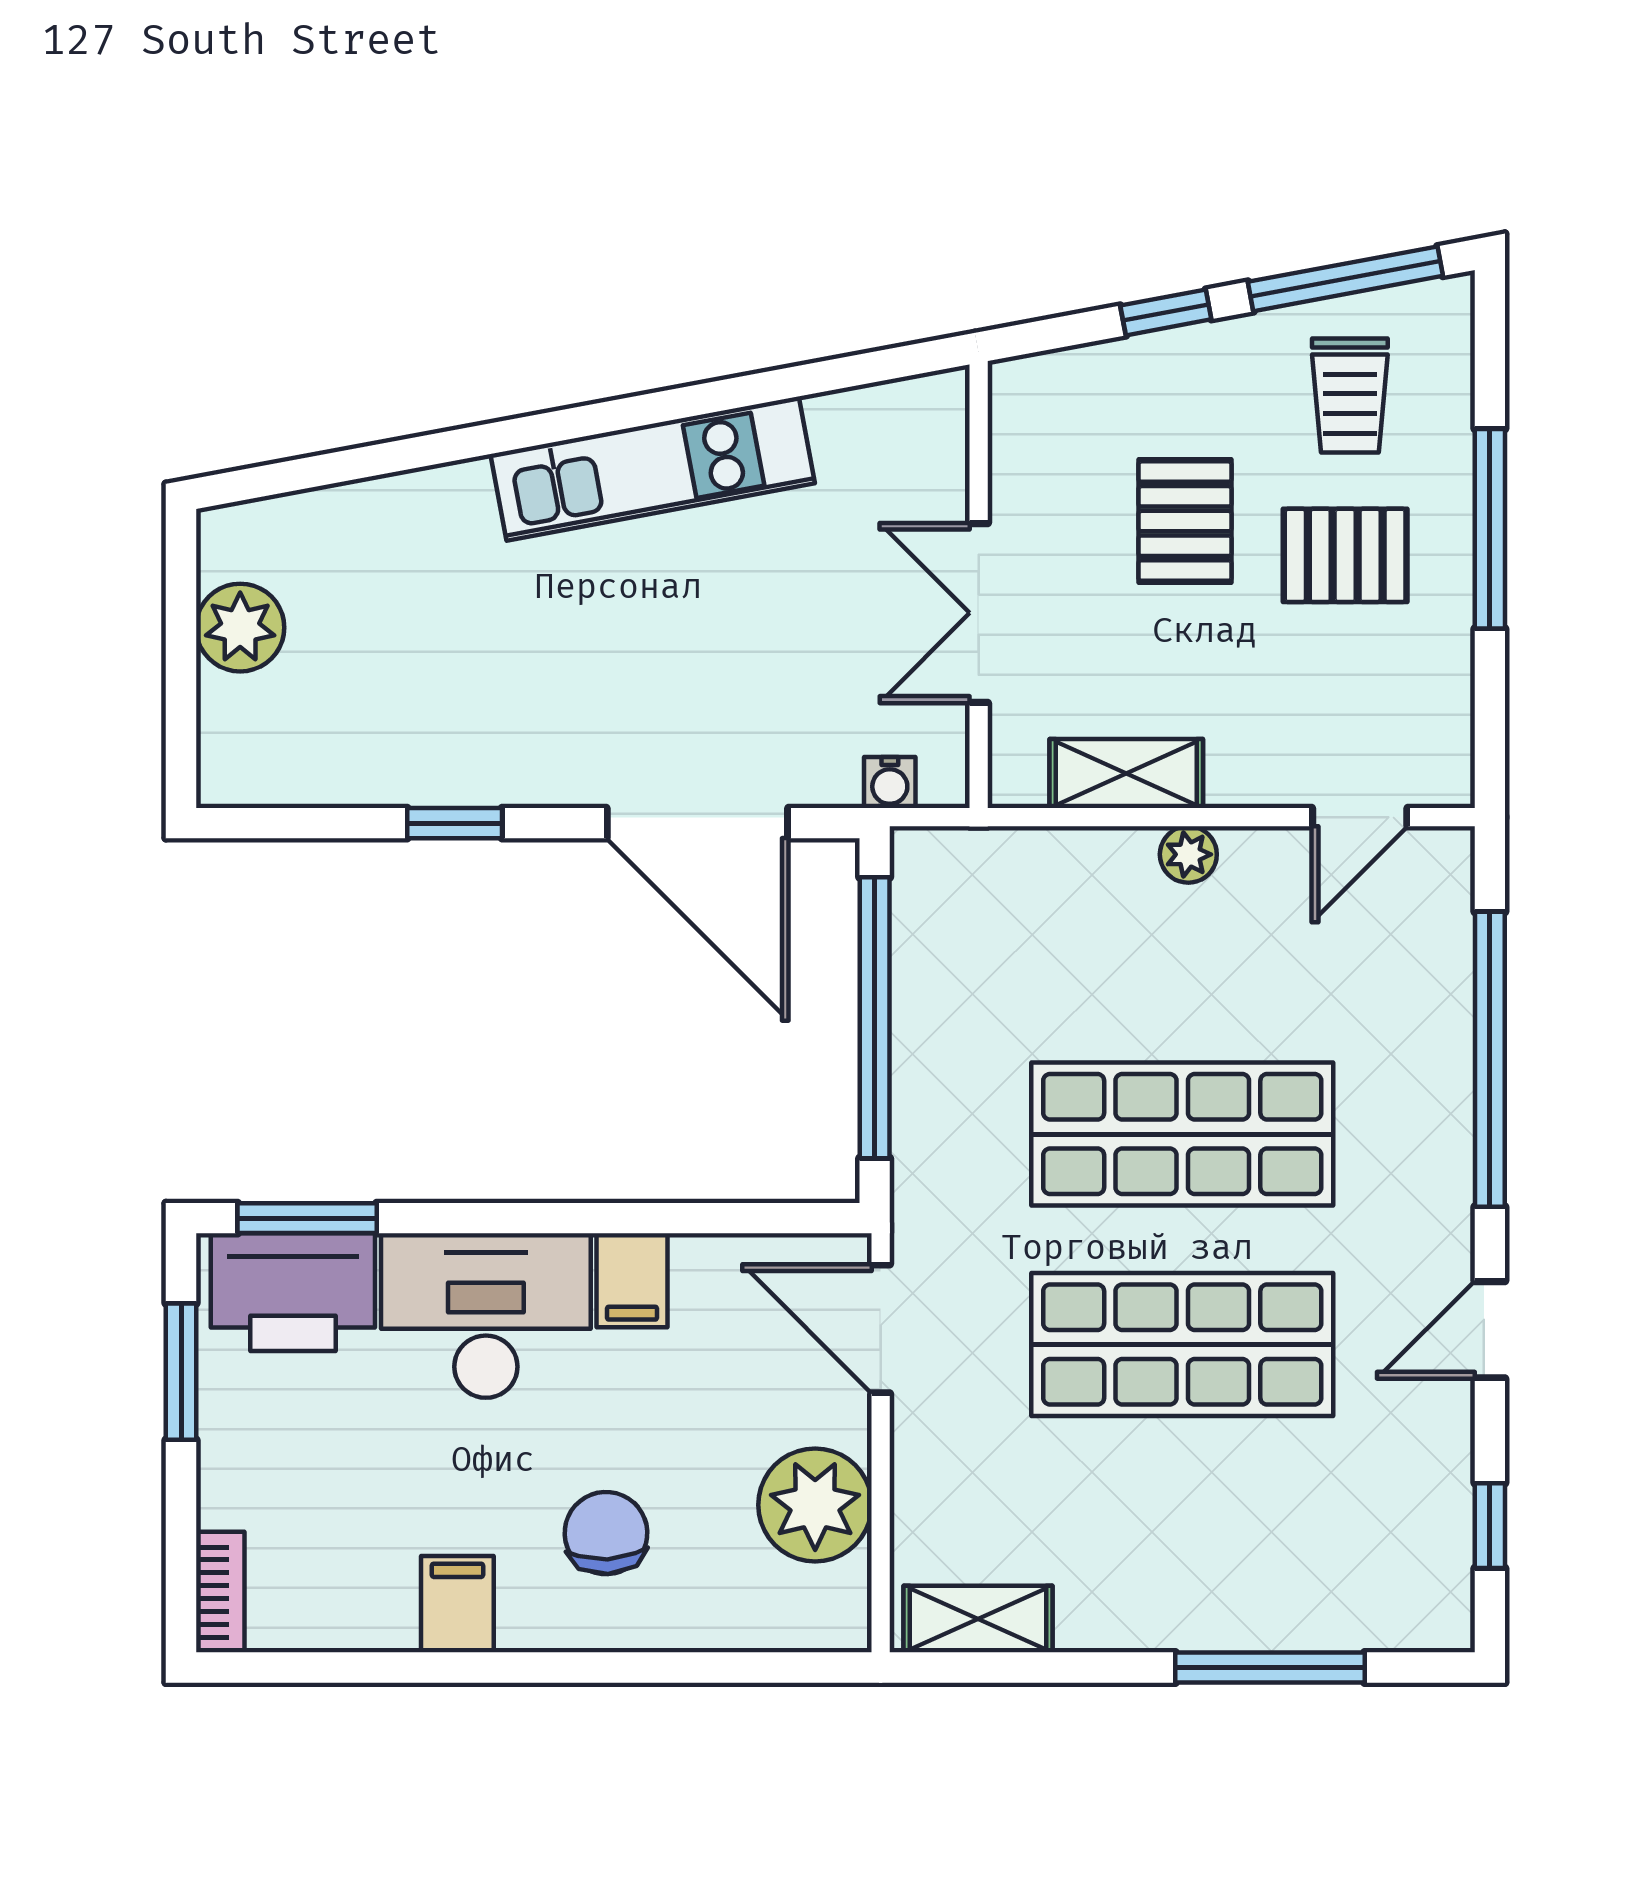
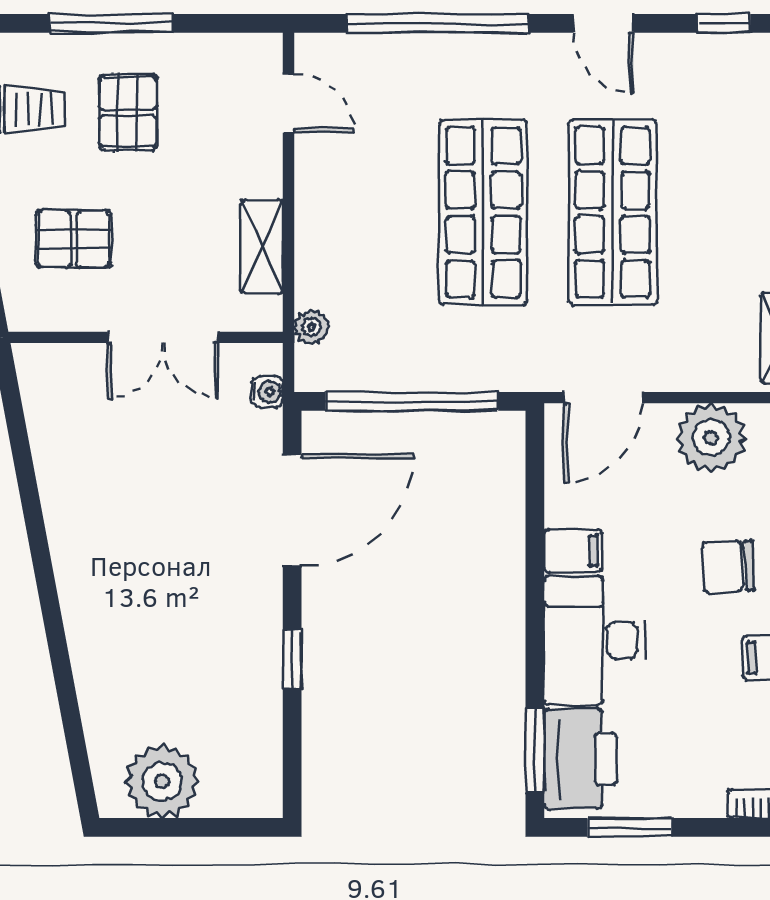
kitchen unit: (653, 469) -> (74, 538), removed
pallet: (1185, 521) -> (74, 239), moved
plant: (240, 628) -> (162, 781), width x1.36, depth x1.36
plant: (1188, 854) -> (312, 327), moved

